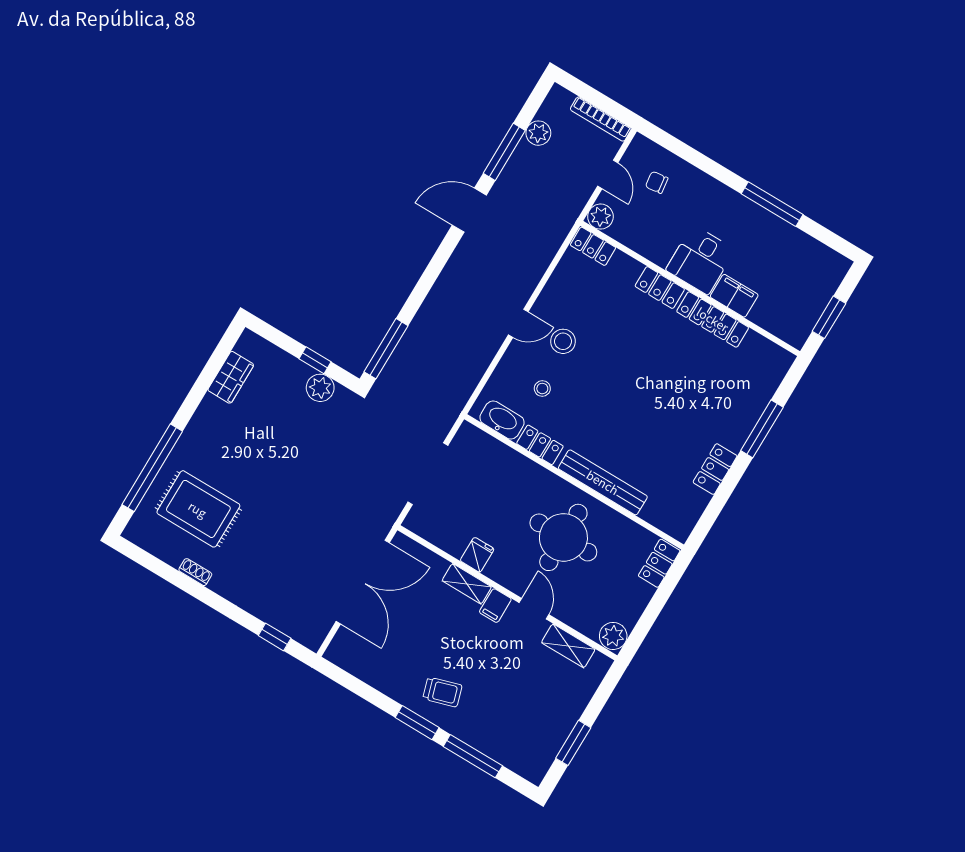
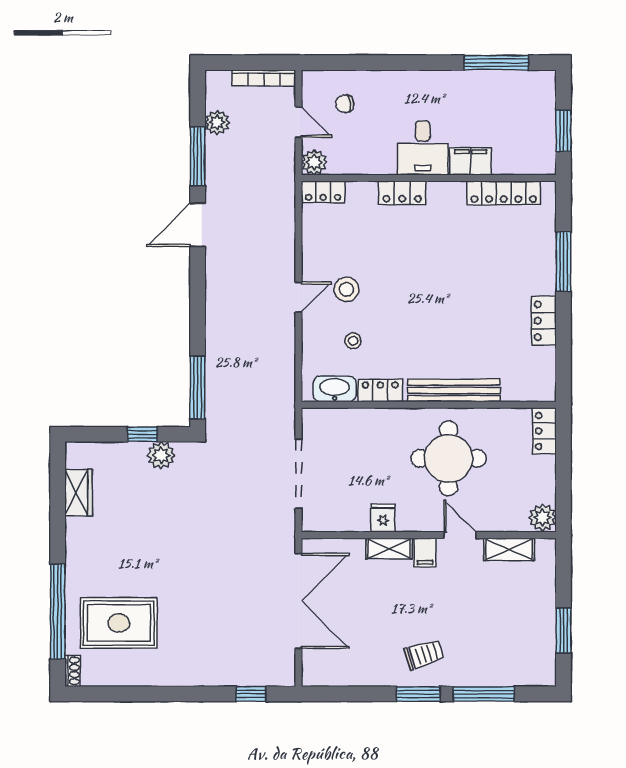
window: (772, 204) -> (496, 63), moved
locker: (713, 319) -> (504, 193), moved
shoe rack: (195, 572) -> (73, 671), moved, turned 90

